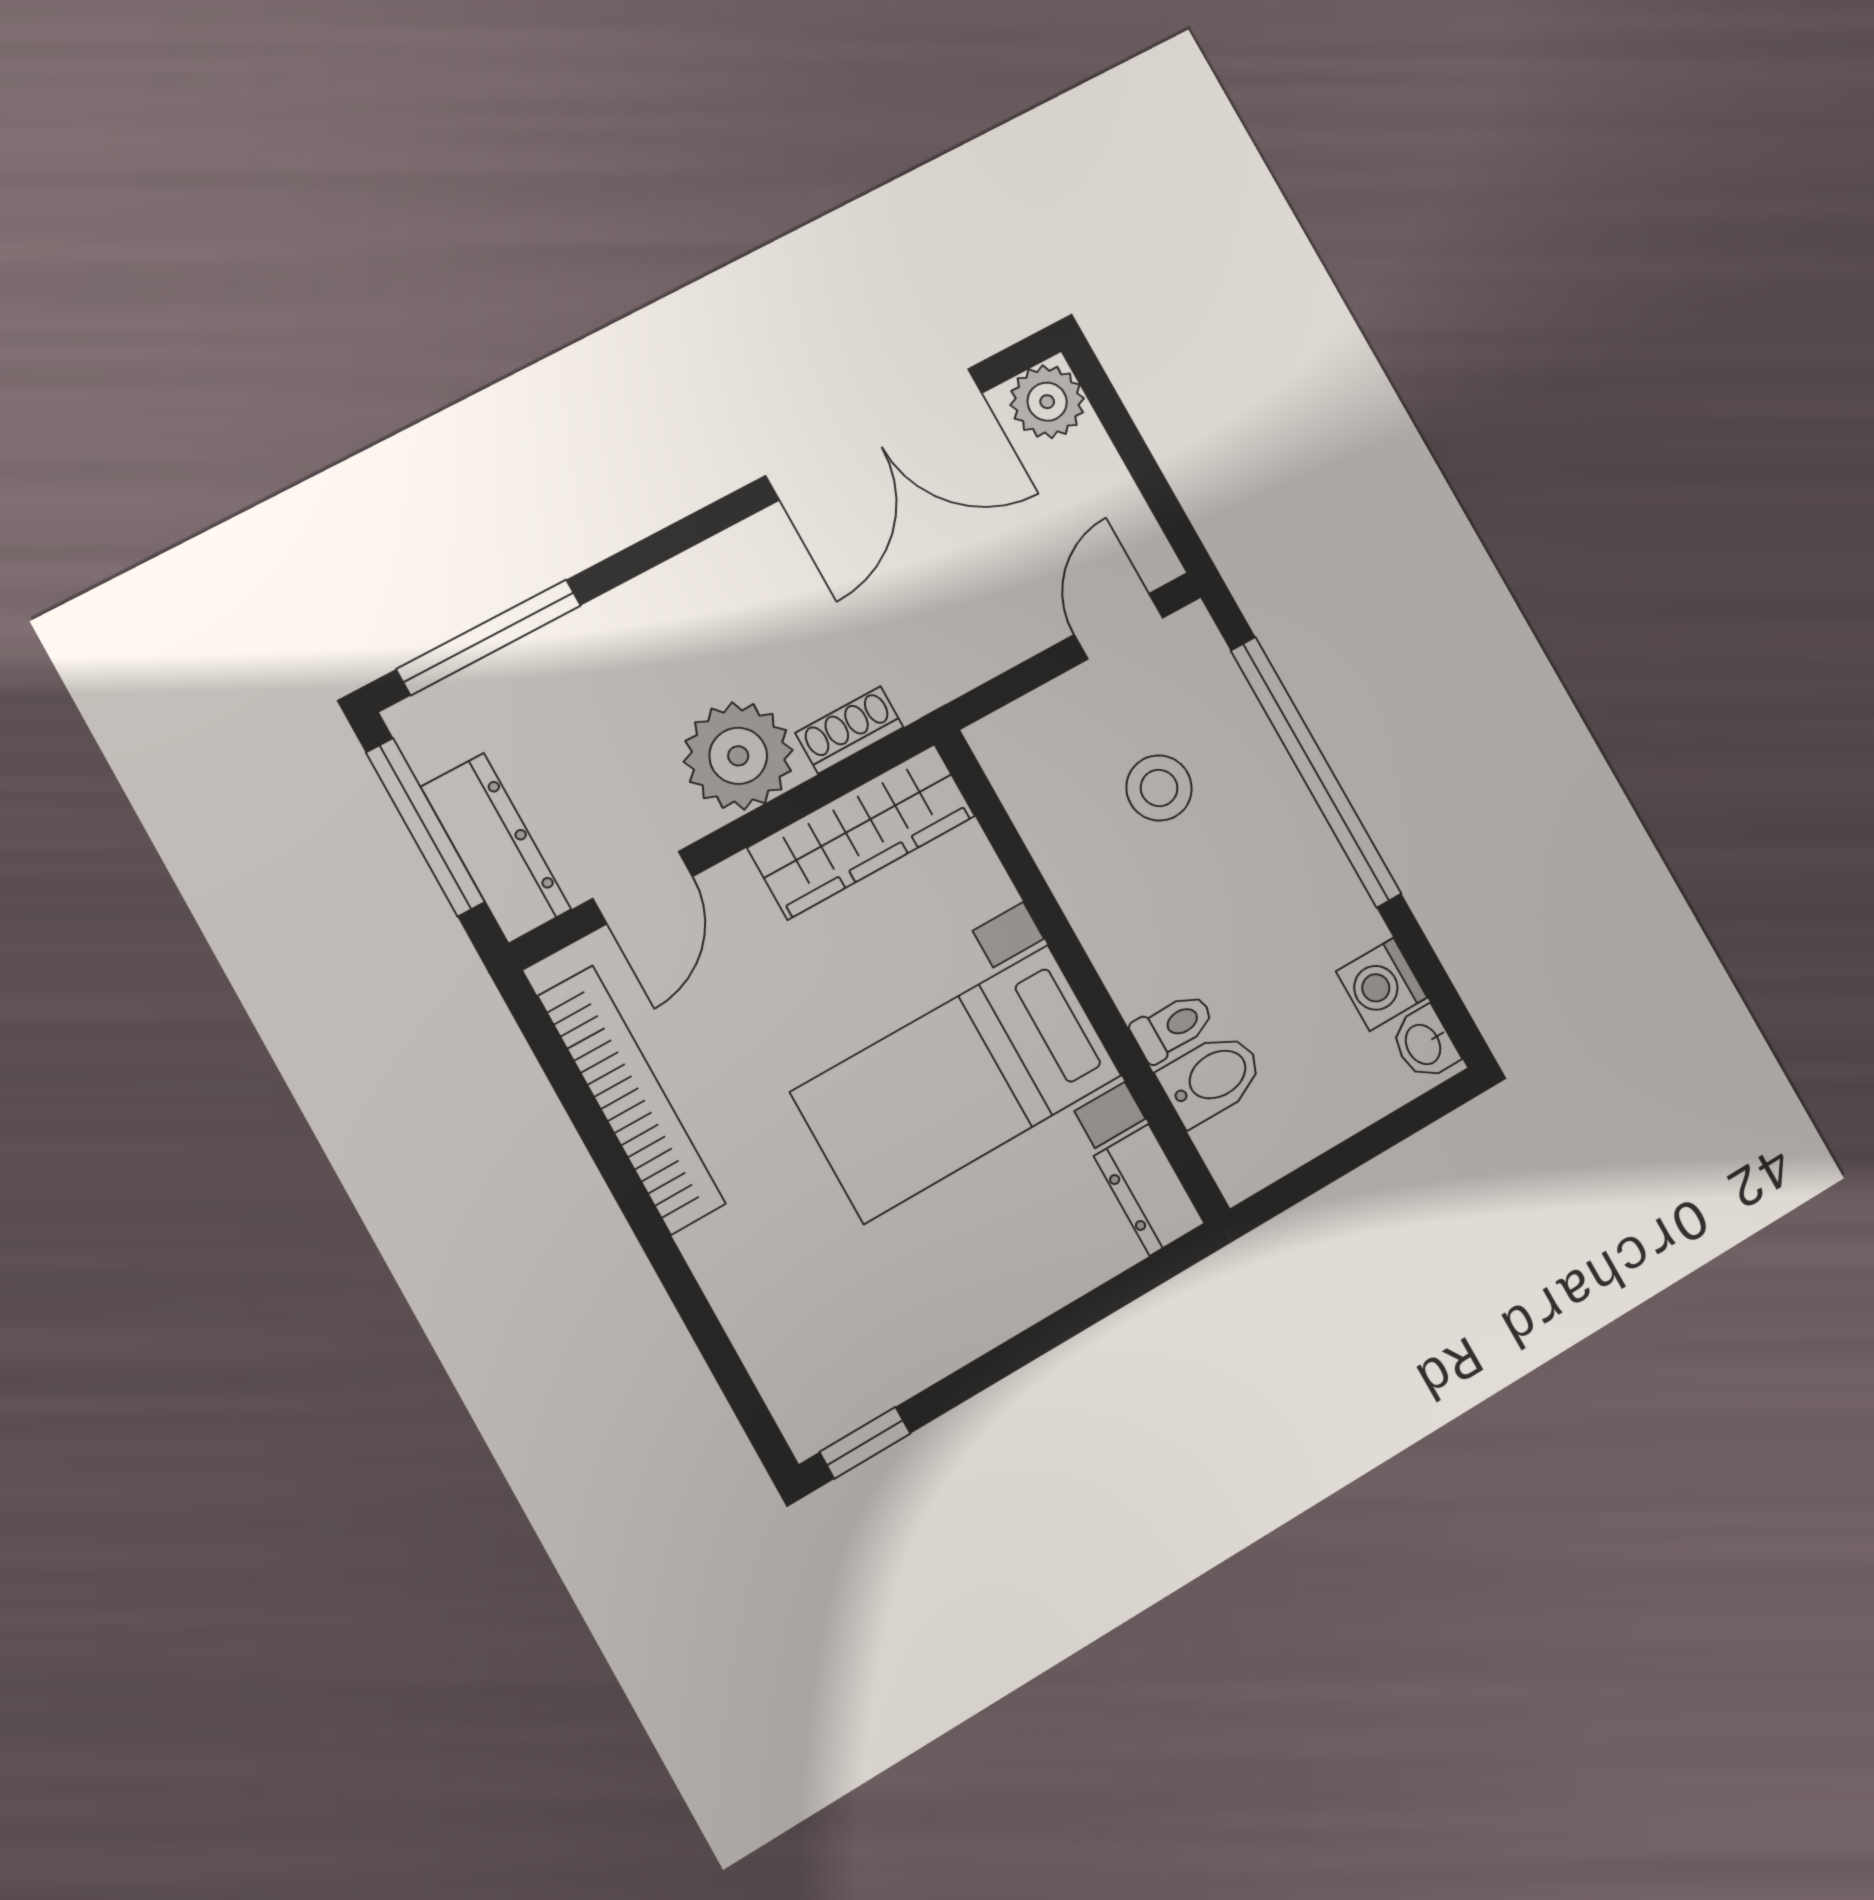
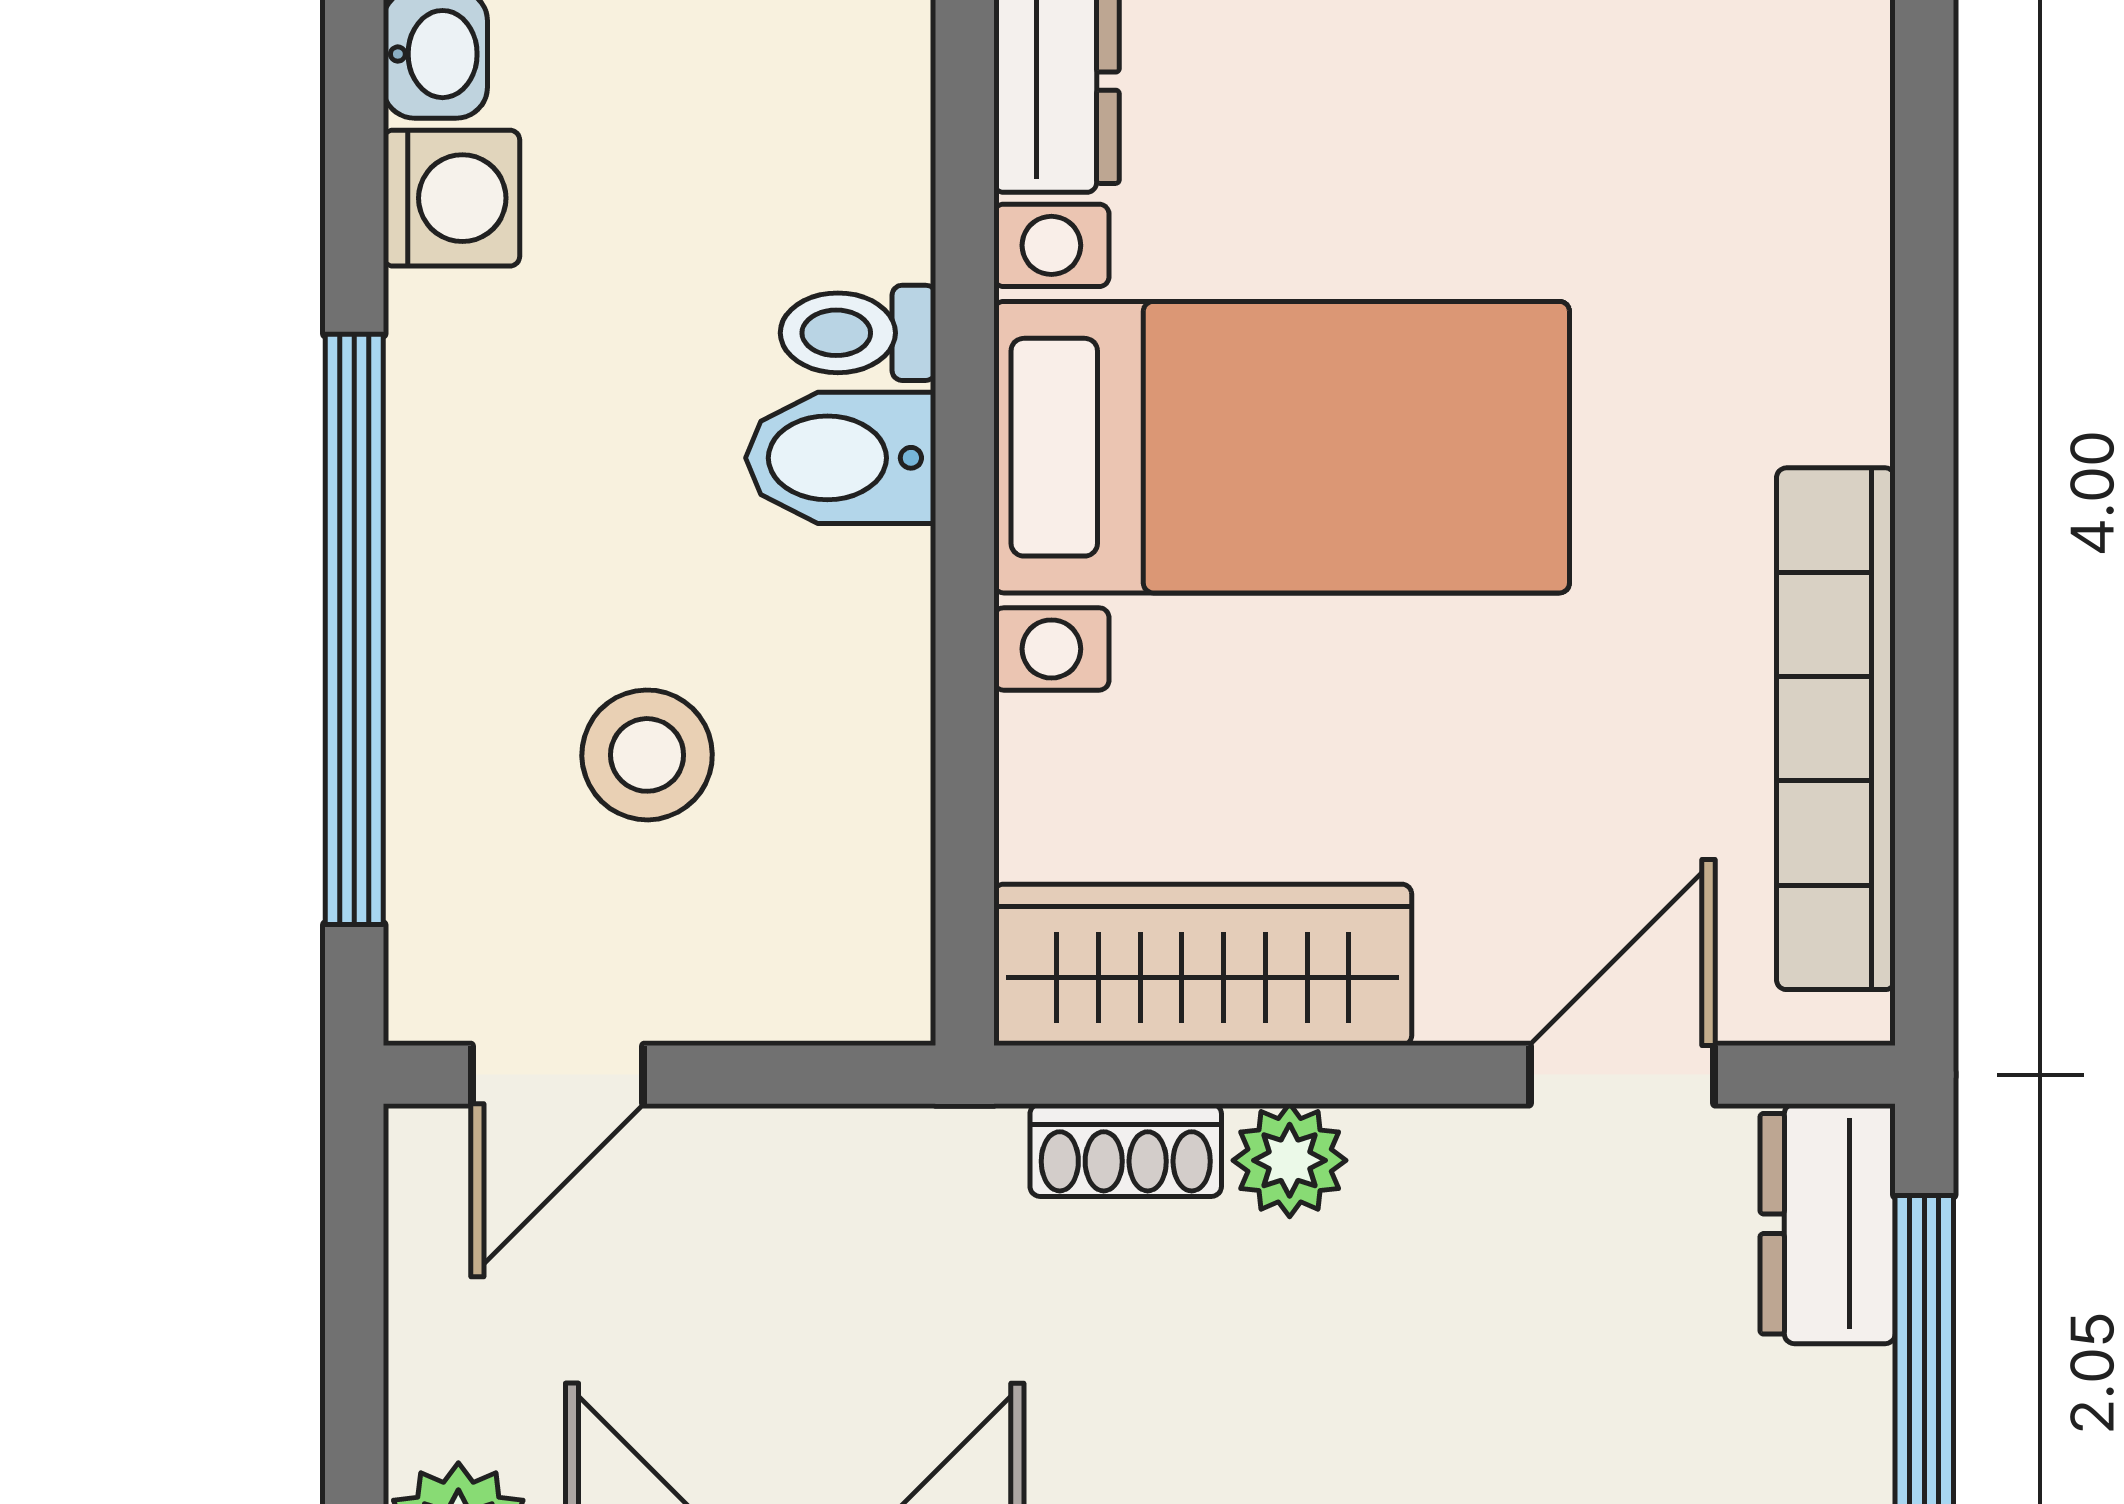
plant: (738, 756) -> (1290, 1160), width x0.53, depth x0.53
dresser: (496, 848) -> (1828, 1224), width x0.70
bidet: (1212, 1078) -> (841, 458), moved

